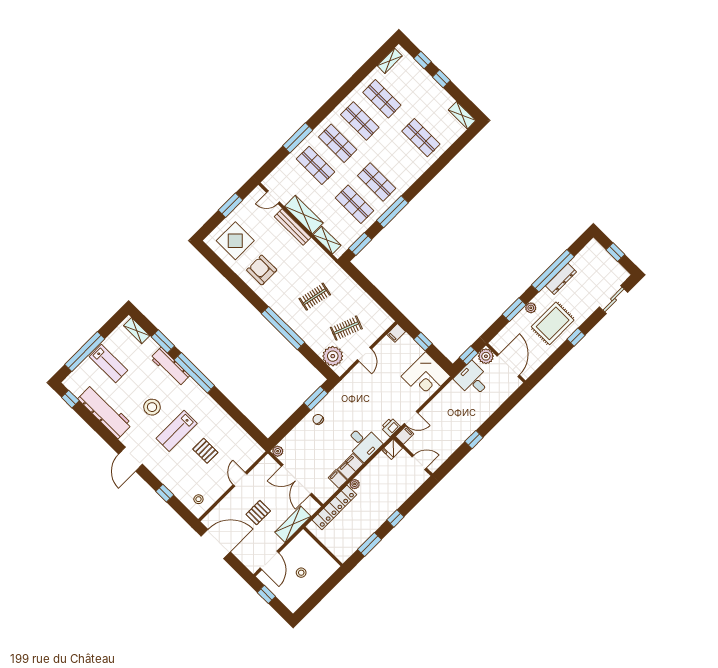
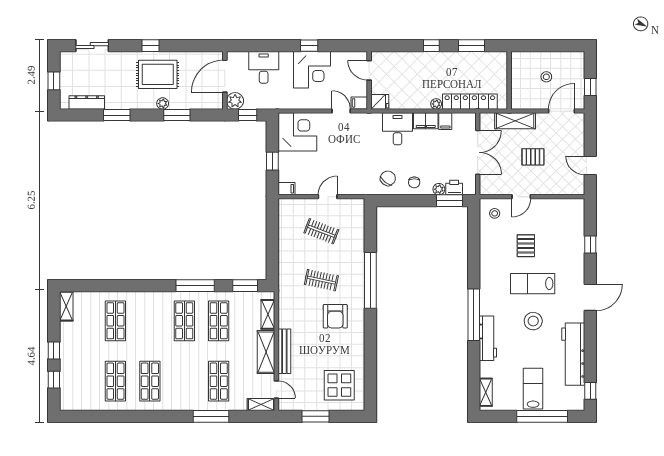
shelving: (390, 61) -> (261, 405), moved
shop shelf: (338, 143) -> (184, 381), removed
armchair: (262, 270) -> (335, 316), moved
window: (553, 271) -> (117, 115), width x0.47
dresser: (561, 279) -> (87, 102), moved
window: (163, 341) -> (474, 364), removed
plant: (333, 356) -> (354, 220), removed
desk: (472, 380) -> (264, 67), moved, turned 180
window: (316, 398) -> (450, 201), moved
chair: (338, 405) -> (388, 178), added
corner desk: (456, 426) -> (312, 70), added
printer: (391, 427) -> (454, 188), moved, turned 180
lab bench: (177, 431) -> (533, 284), turned 180
plant: (278, 451) -> (439, 189), moved
stool: (198, 499) -> (495, 213), moved
door: (216, 544) -> (590, 165), width x0.53

